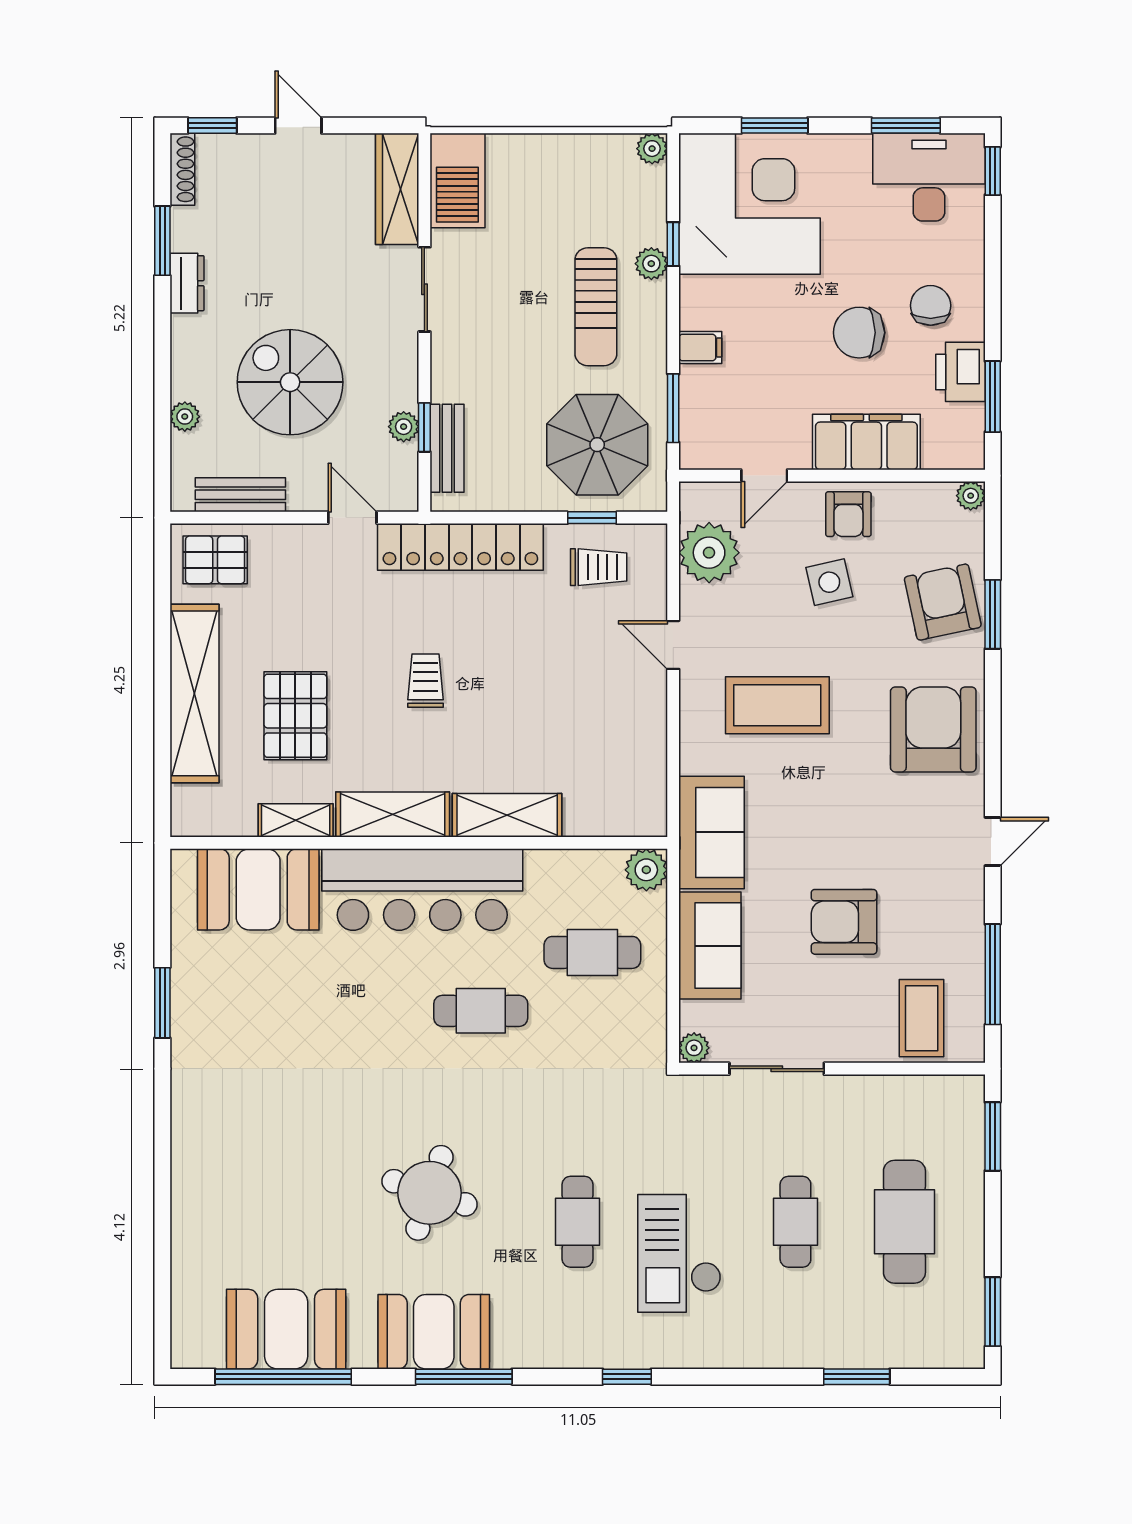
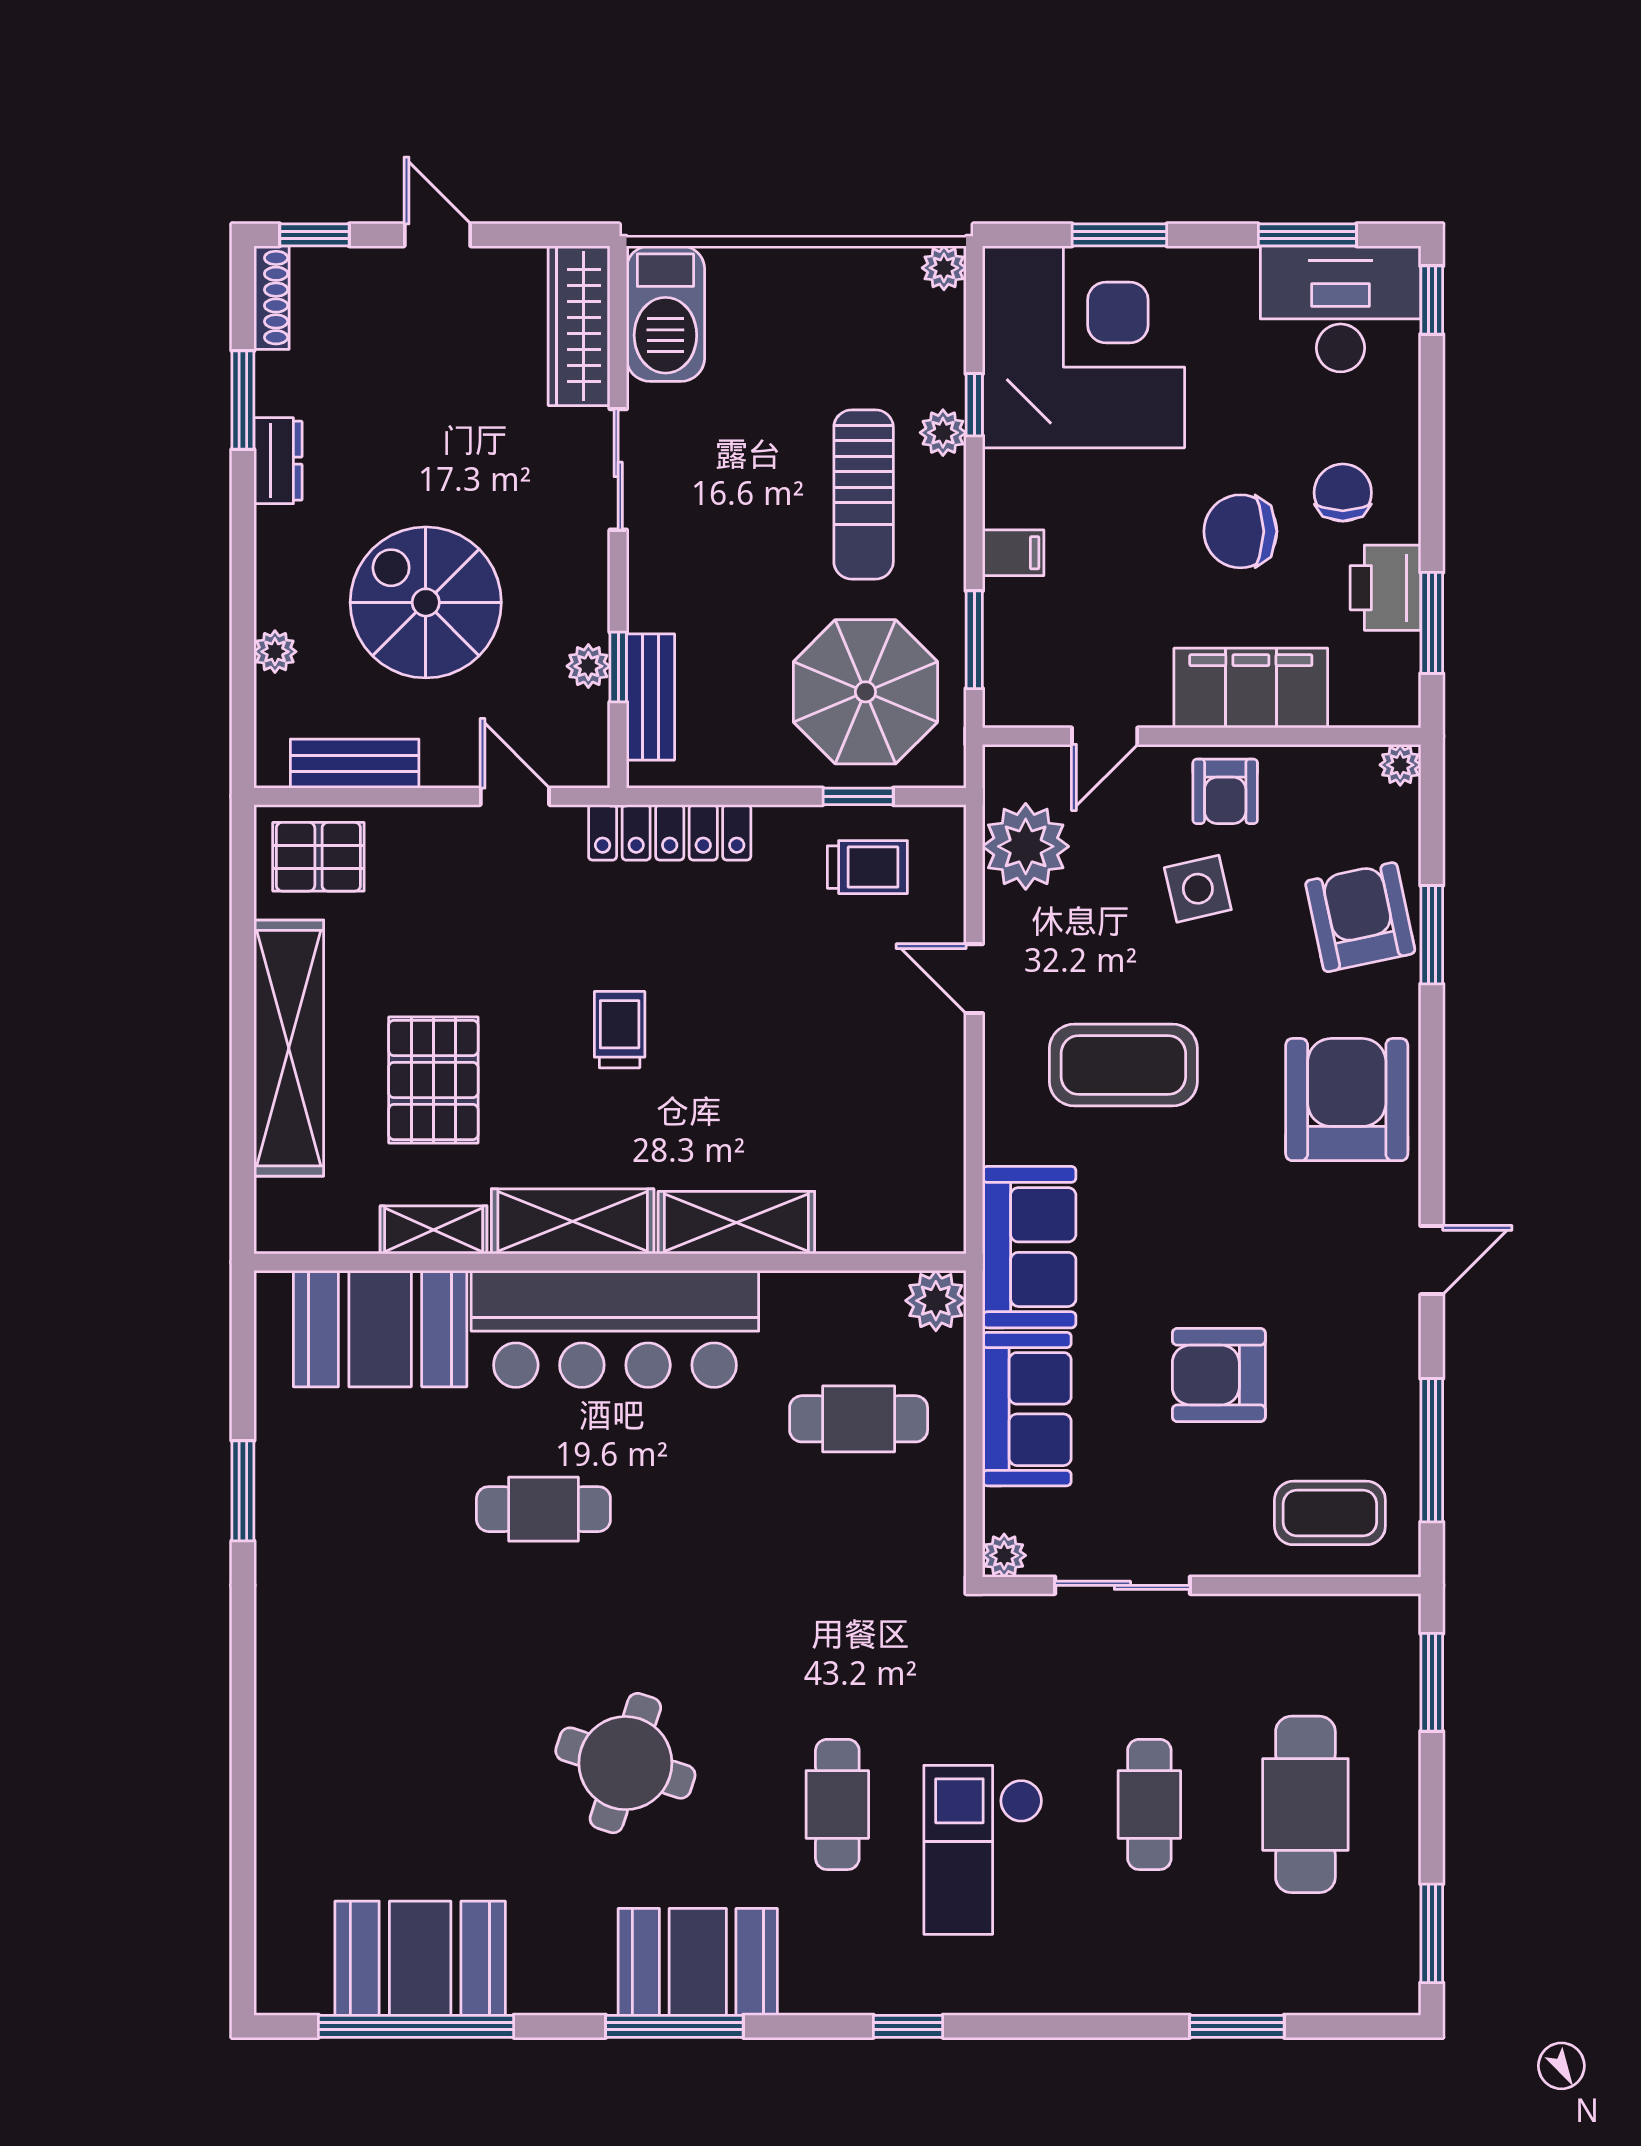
locker: (460, 547) -> (670, 832), width x0.71, depth x0.83
cafe table: (481, 1011) -> (543, 1509), moved
coffee table: (922, 1018) -> (1330, 1513), turned 90
booth: (434, 1332) -> (698, 1962), moved

